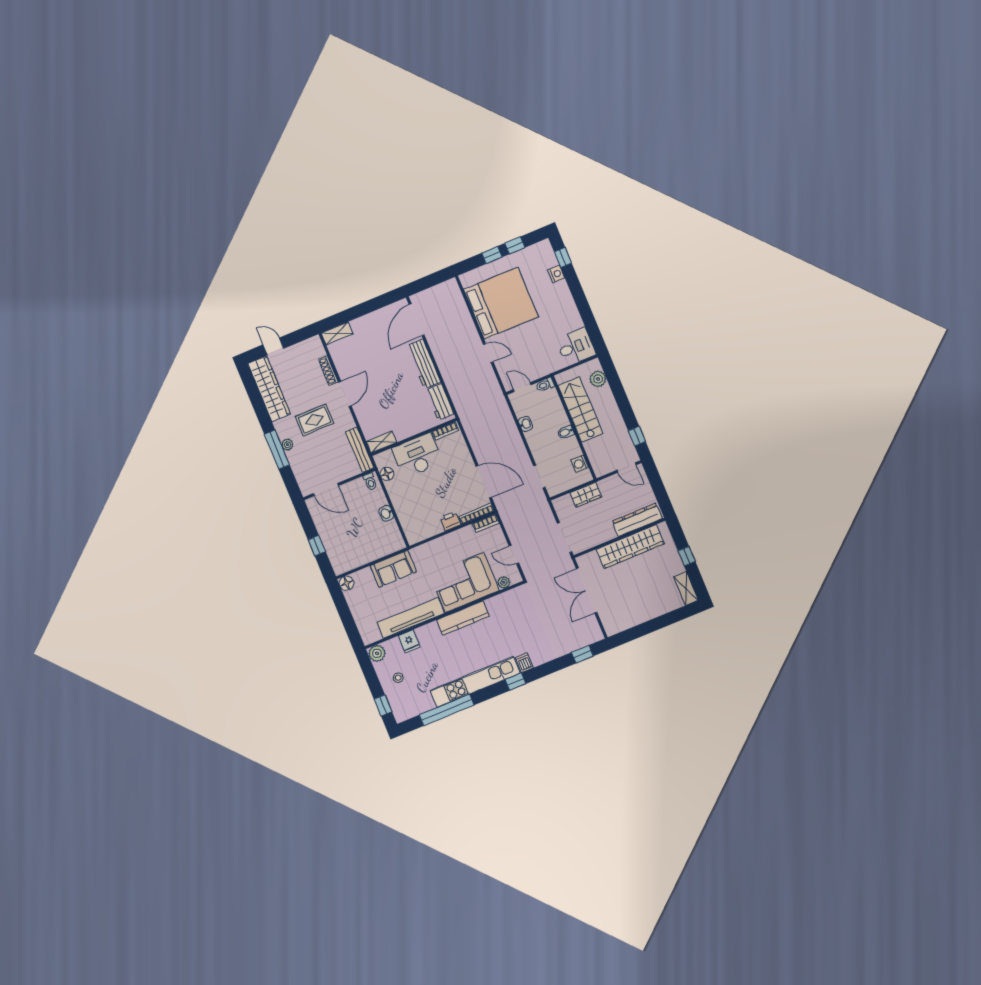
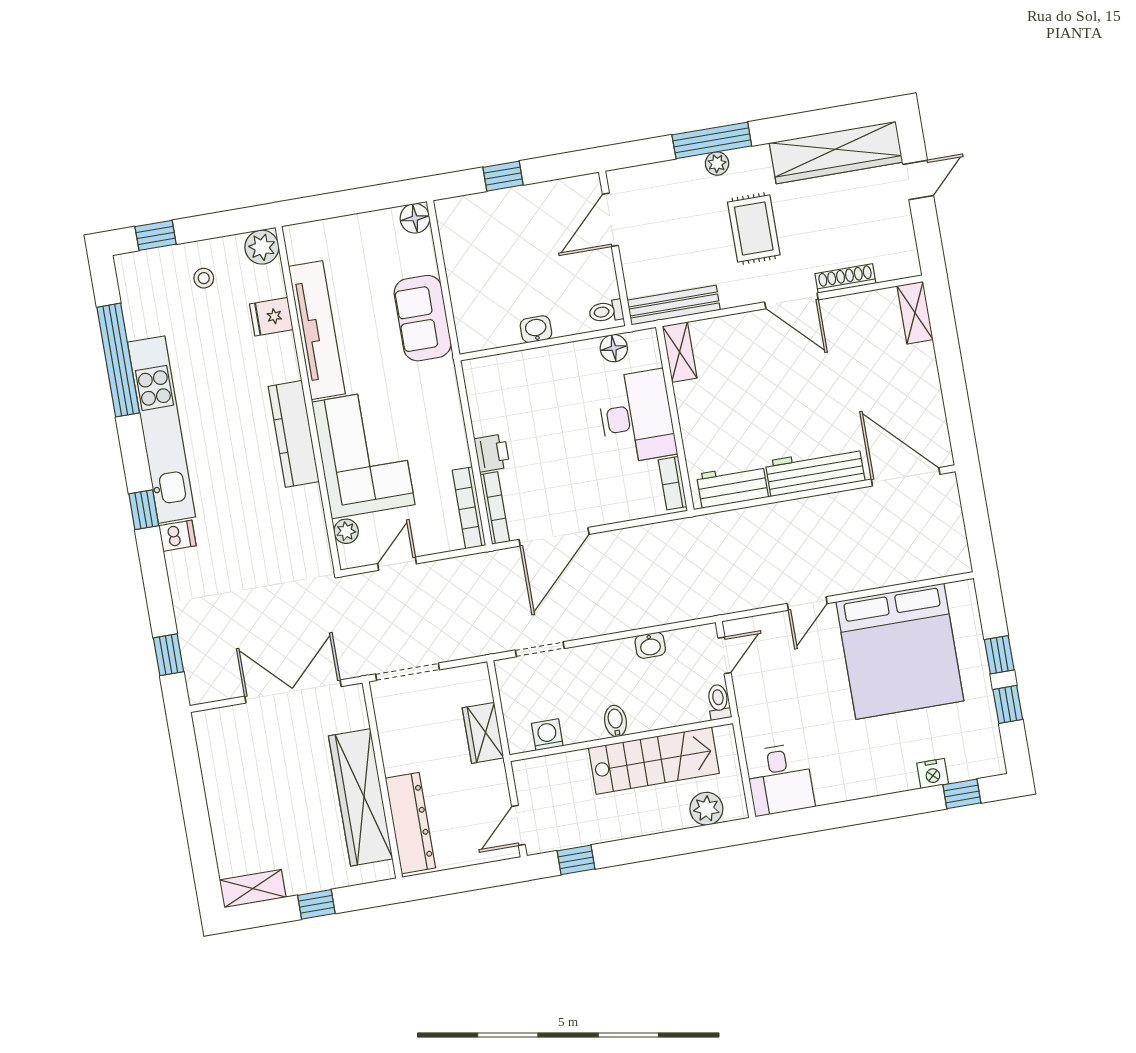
bookcase: (486, 523) -> (469, 508), width x1.56

